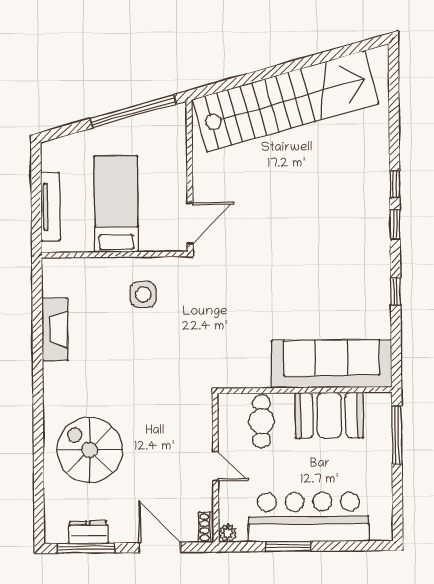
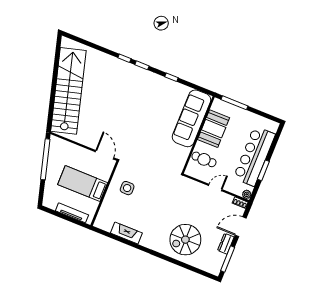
dresser: (88, 532) -> (226, 244), moved

